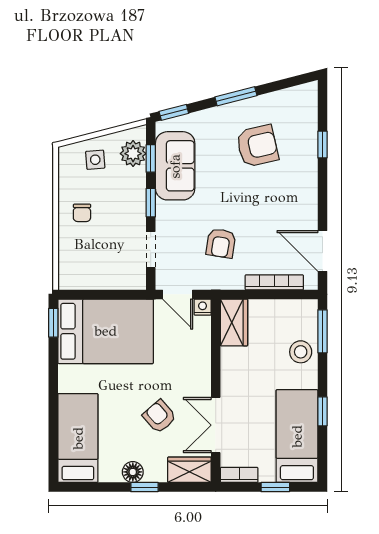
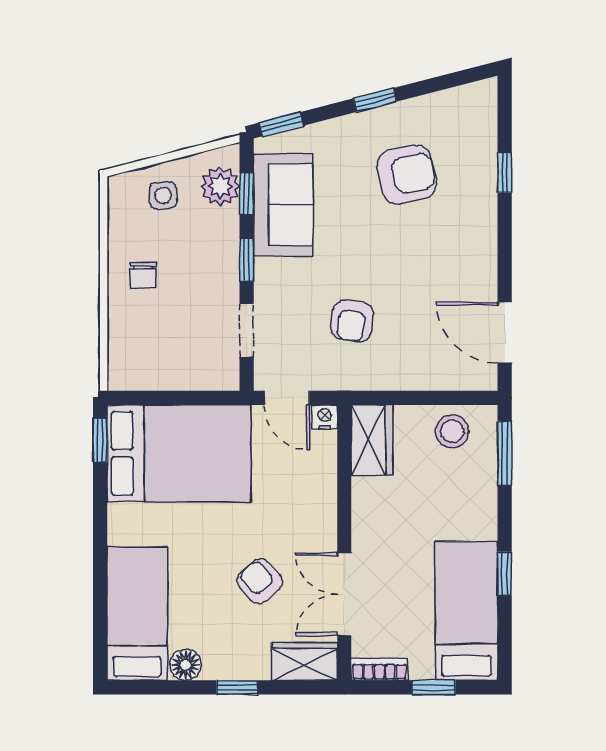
window: (236, 96) -> (375, 100), width x0.67
bookcase: (274, 282) -> (432, 380), removed
stool: (301, 352) -> (452, 431), moved
floor lamp: (133, 472) -> (186, 665), moved

